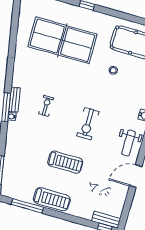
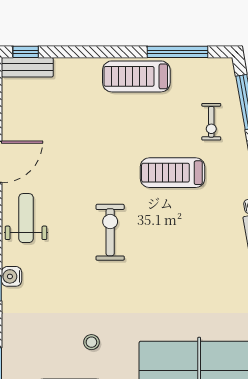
exercise bike: (46, 106) -> (211, 122), moved
treadmill: (65, 162) -> (173, 173), moved

